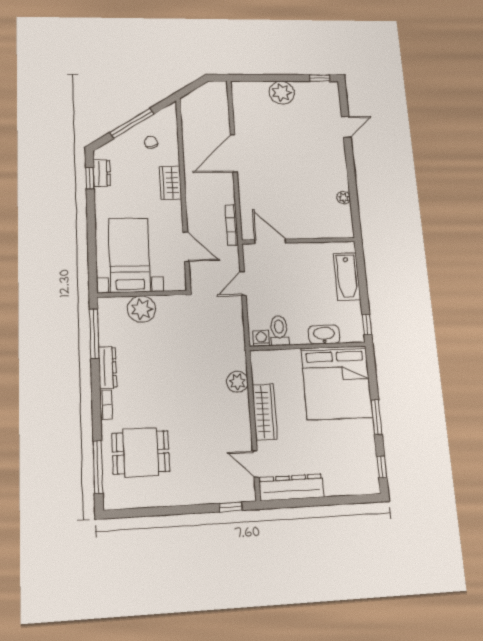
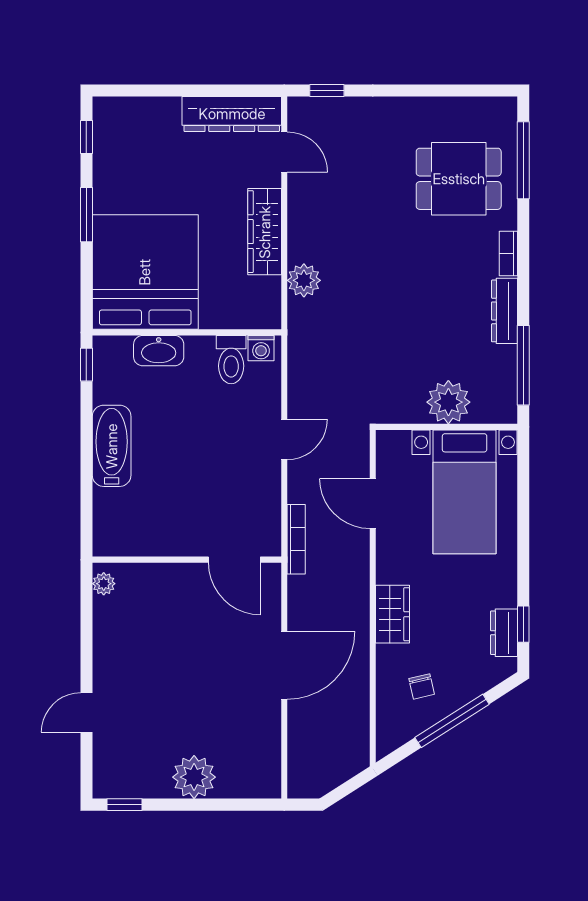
door: (270, 241) -> (234, 560), moved
wall: (299, 241) -> (187, 560), moved

